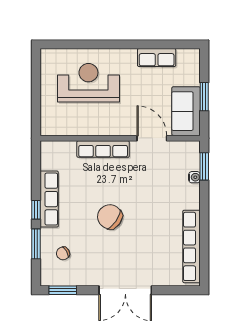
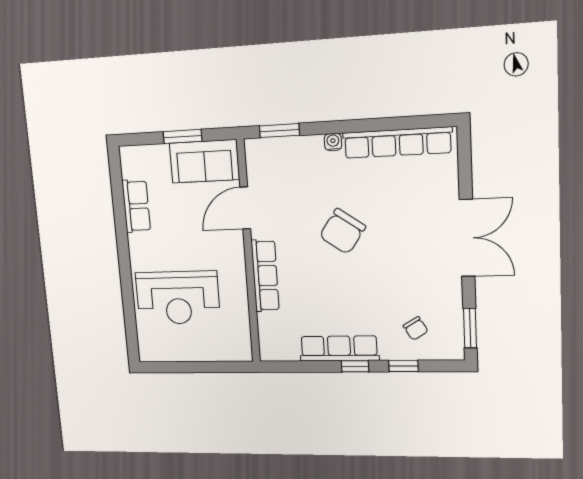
reception desk: (88, 83) -> (178, 298), turned -90
water cooler: (194, 177) -> (333, 142), moved
chair: (110, 217) -> (342, 231), moved
window: (36, 244) -> (403, 366), width x0.67

